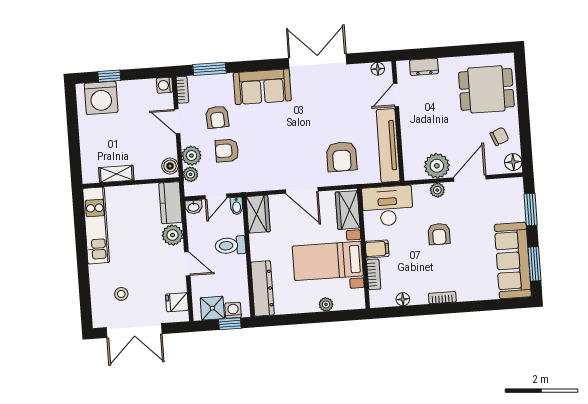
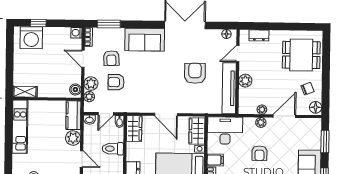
plant: (410, 133) -> (245, 81), added
armchair: (342, 157) -> (195, 73), moved, turned 180
plant: (437, 166) -> (262, 110), width x0.53, depth x0.53
shelving: (116, 174) -> (25, 92), moved

